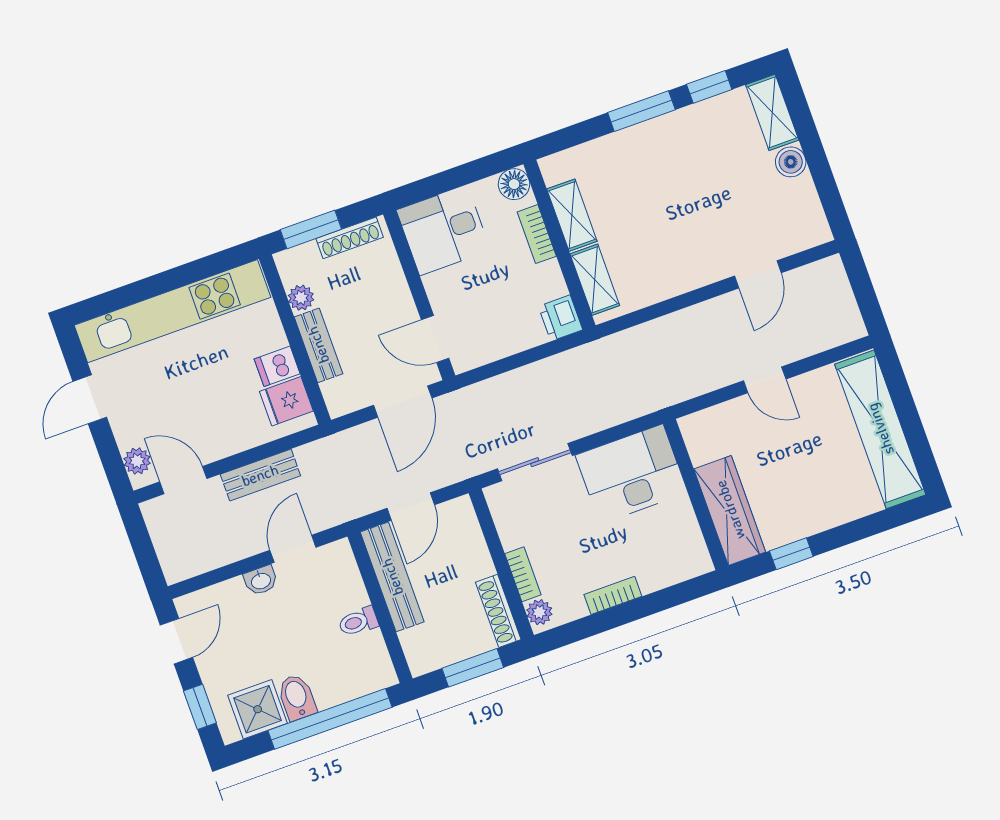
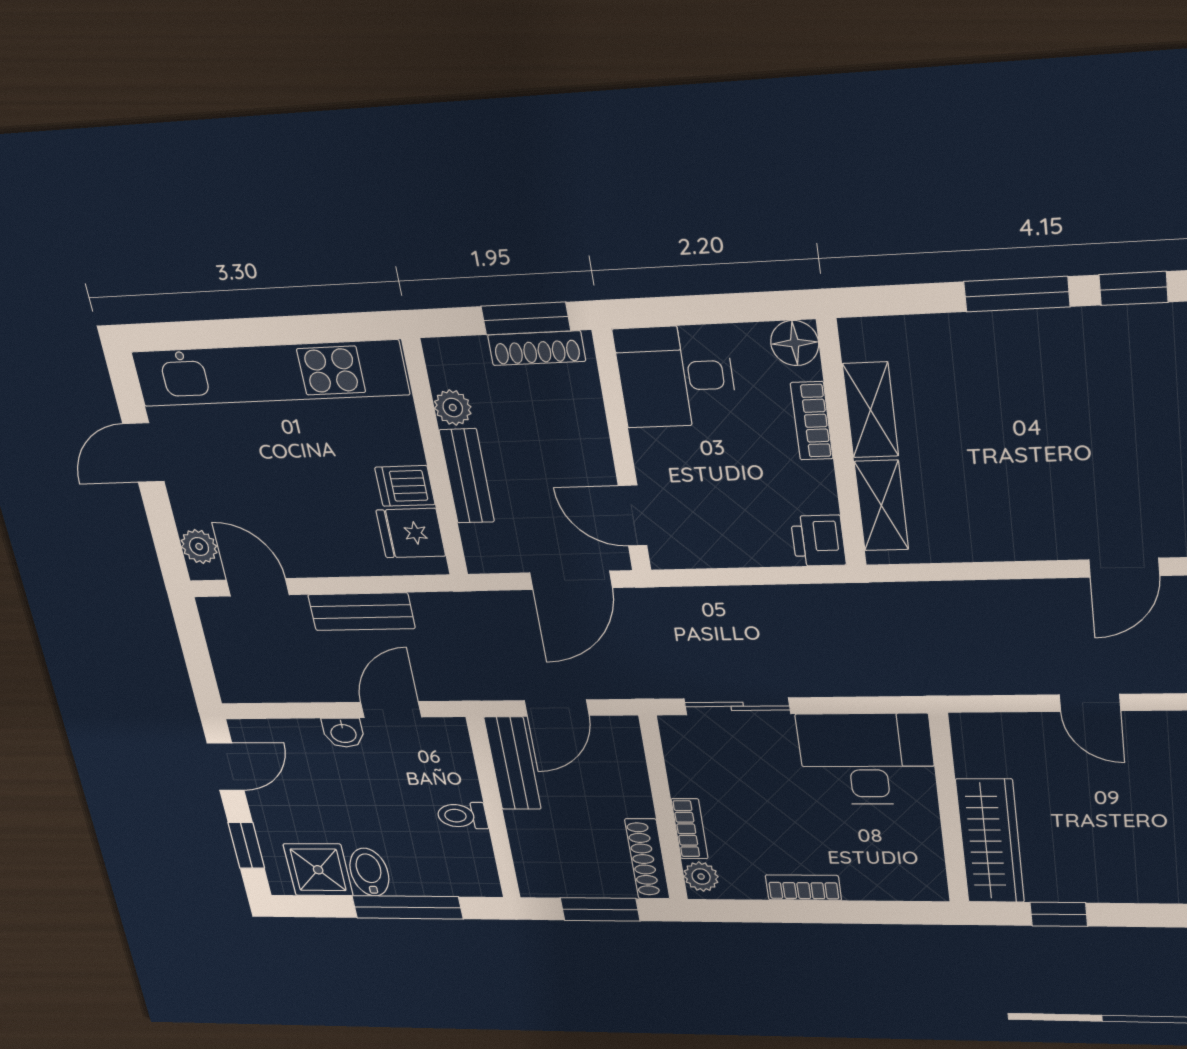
window: (311, 229) -> (526, 318), moved
bench: (392, 577) -> (513, 763), width x0.73
window: (330, 719) -> (407, 907), width x0.68

